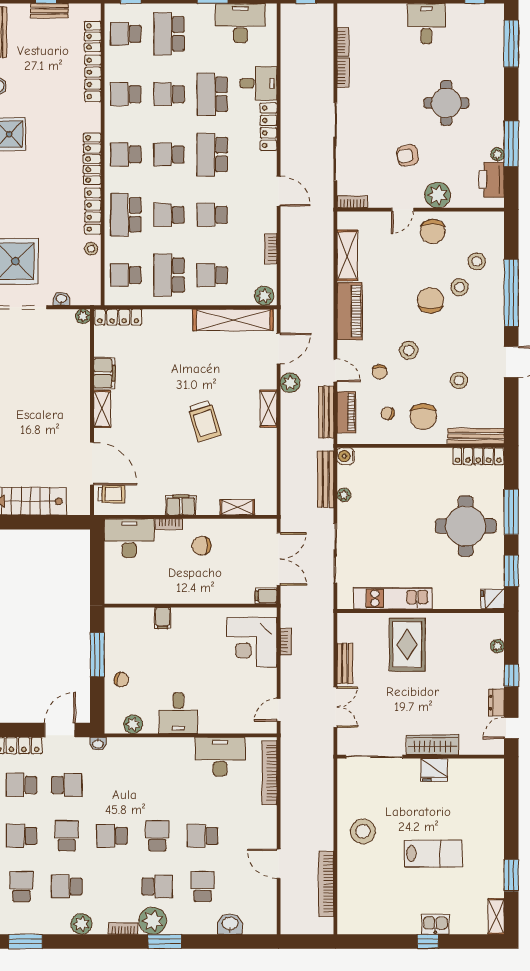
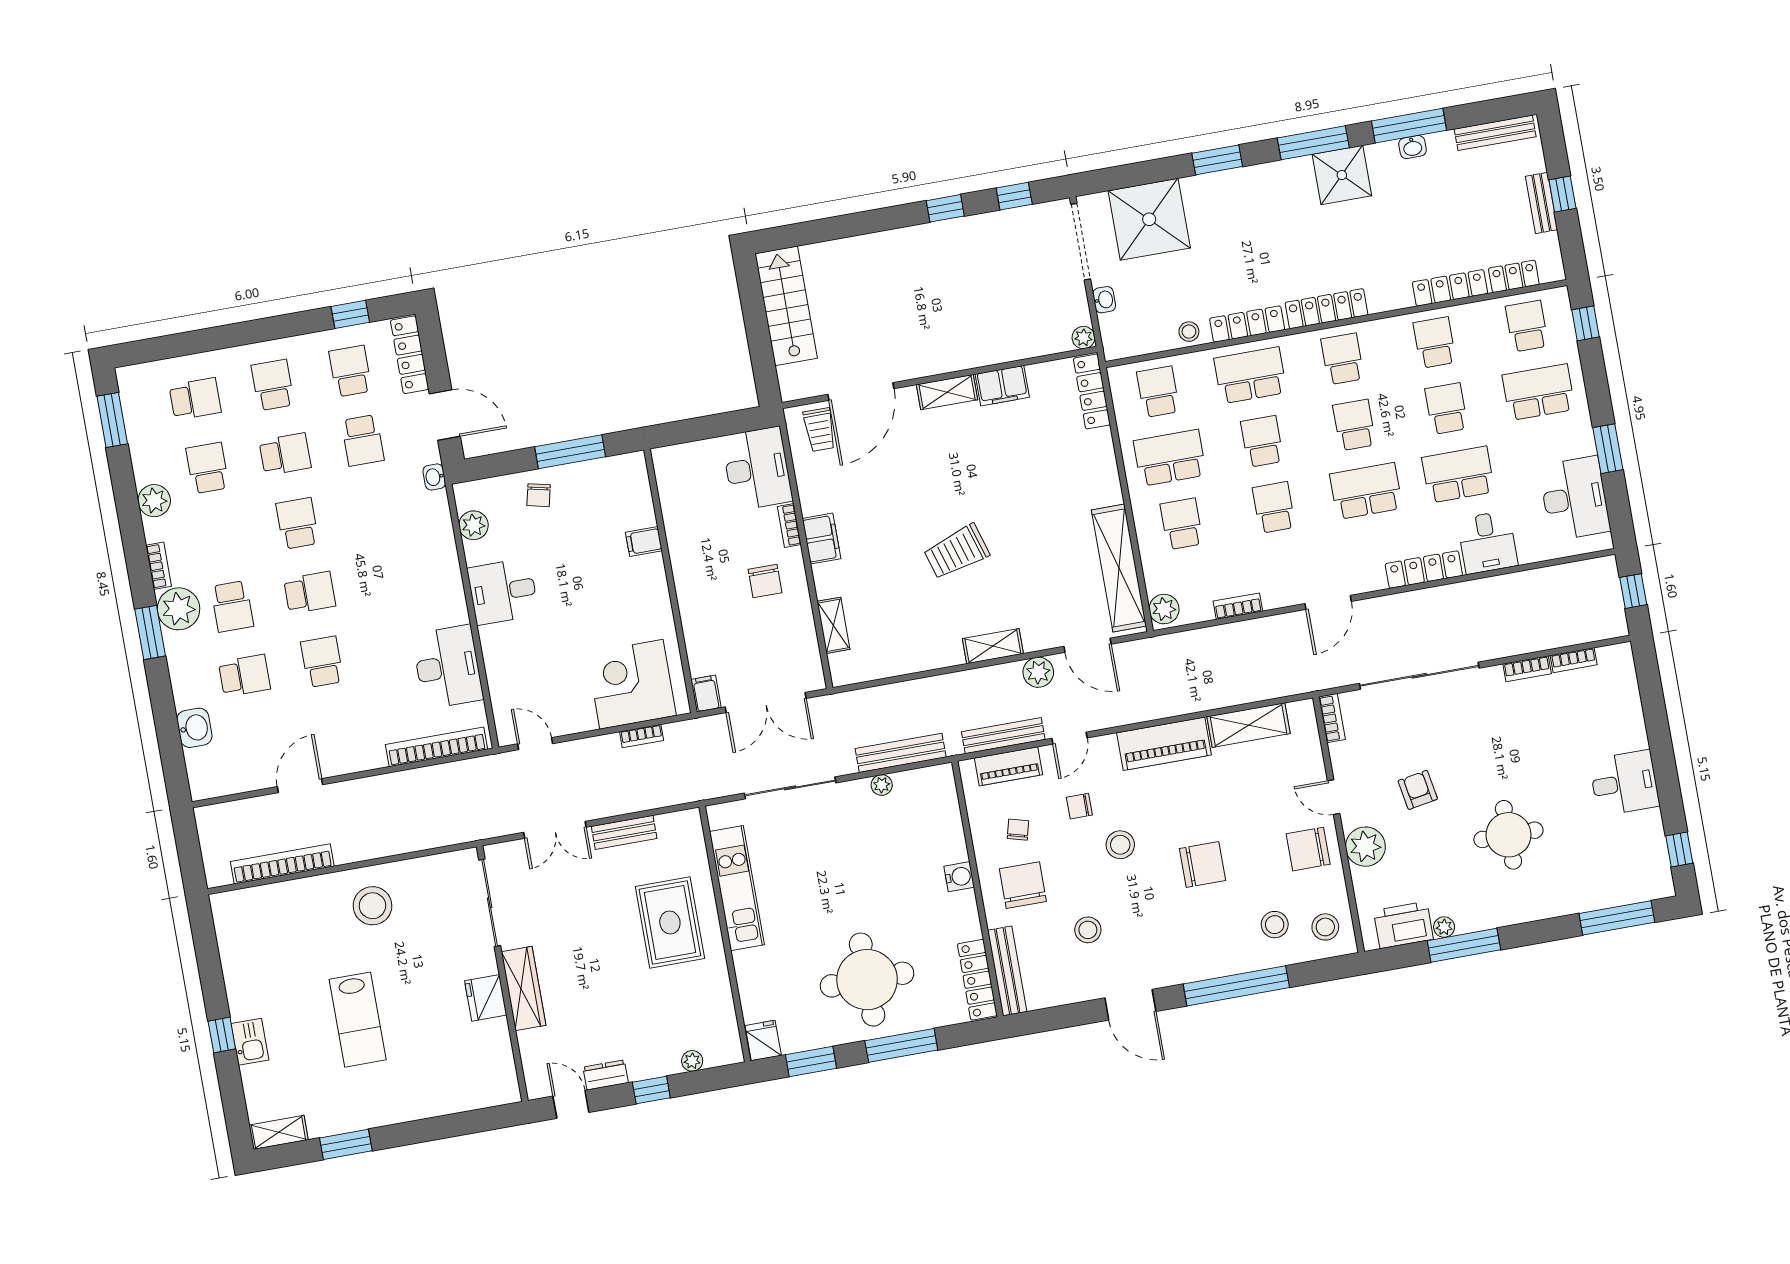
stool: (460, 287) -> (1325, 927), moved
chair: (423, 417) -> (1023, 885), turned 90
water cooler: (346, 456) -> (959, 877), moved, turned 90
chair: (201, 546) -> (765, 581), turned 180
rug: (407, 645) -> (670, 923), turned 90

